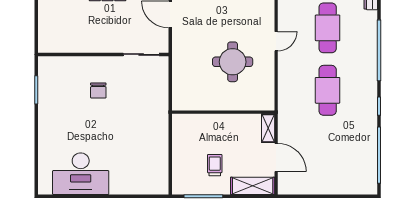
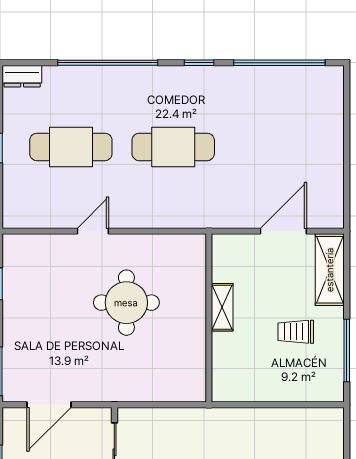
door: (276, 41) -> (93, 231), hinge flipped
shelving: (268, 128) -> (222, 307), moved, turned 90

